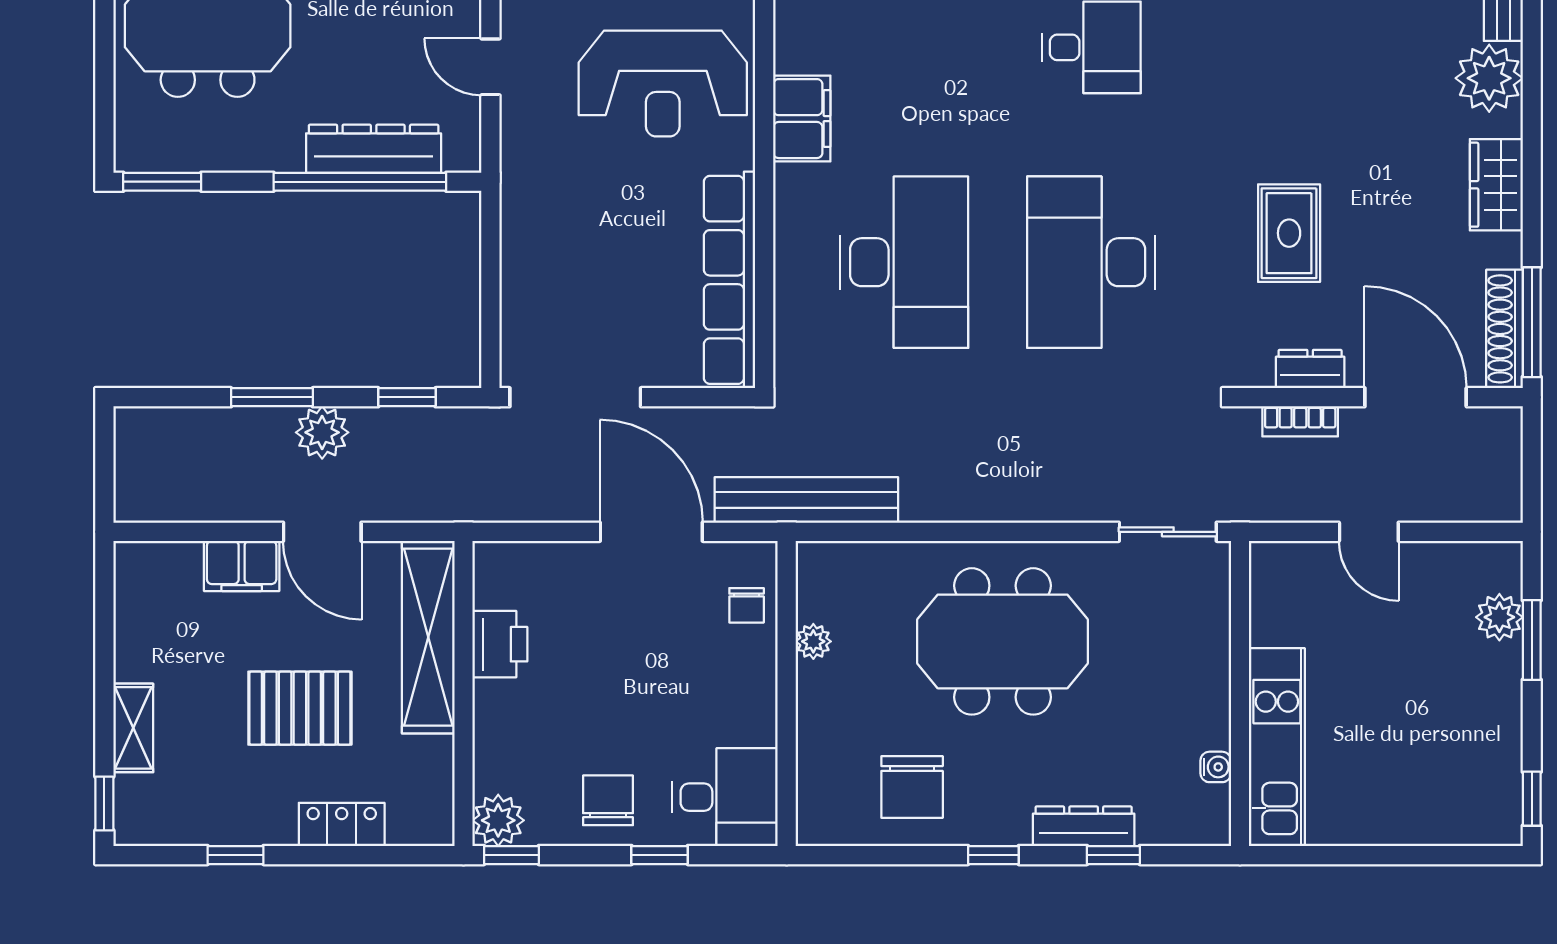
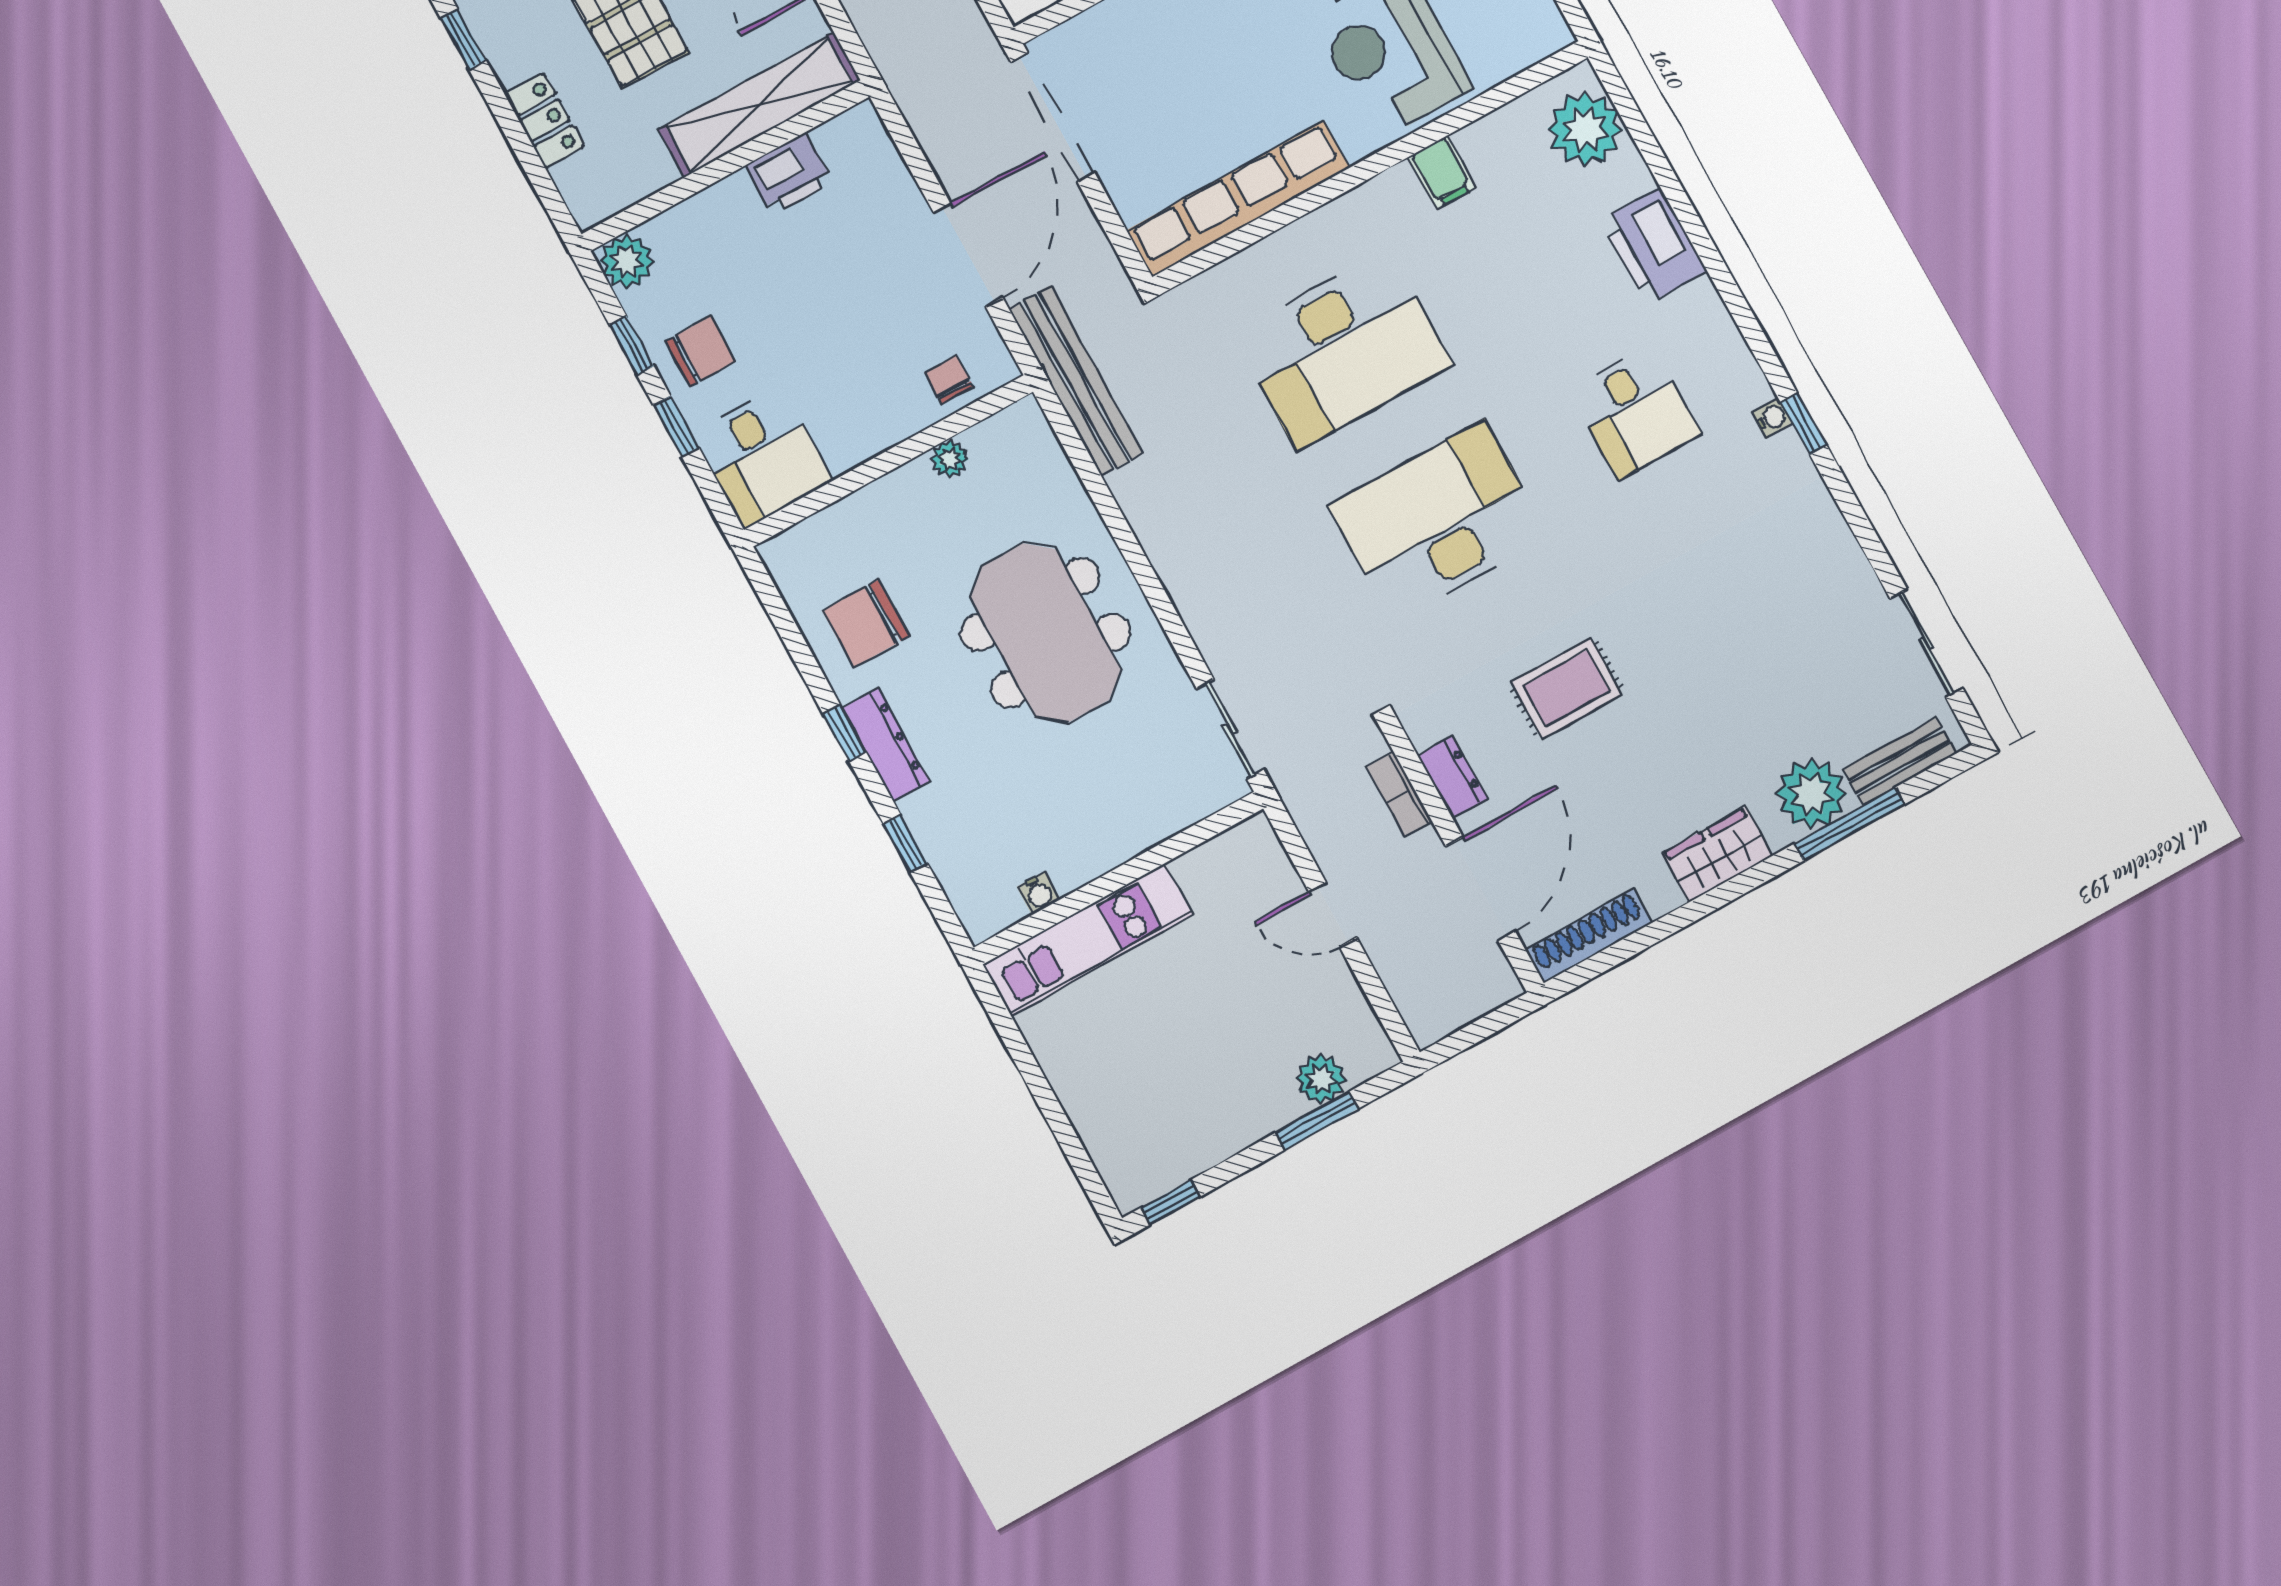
filing cabinet: (802, 119) -> (1442, 172), width x0.50
window: (1532, 322) -> (1849, 824), moved
door: (1369, 532) -> (1333, 914), hinge flipped
chair: (747, 605) -> (949, 379), turned 90
dresser: (1084, 826) -> (886, 744), moved
window: (511, 855) -> (632, 346), moved

